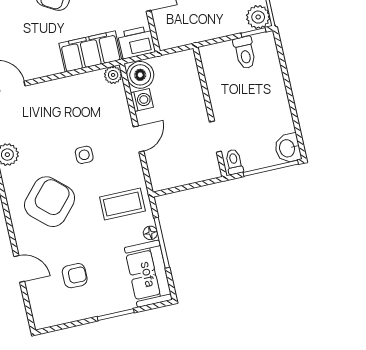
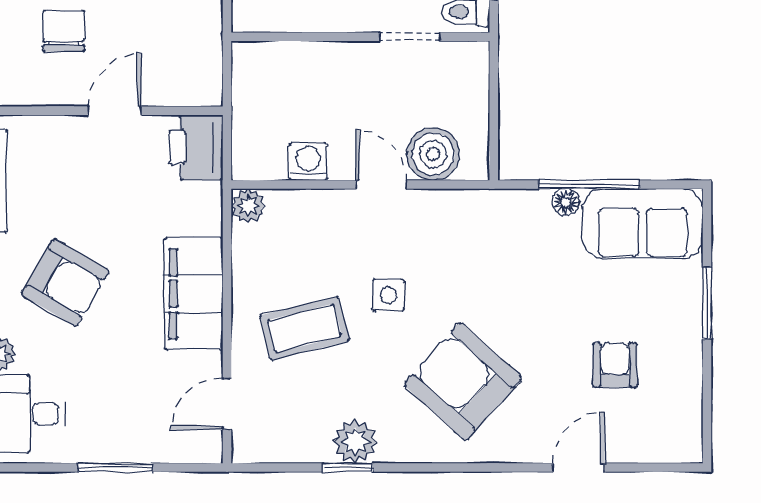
filing cabinet: (90, 51) -> (194, 294), moved
boiler: (140, 75) -> (433, 154), moved
coffee table: (122, 204) -> (304, 328), moved, turned 76

